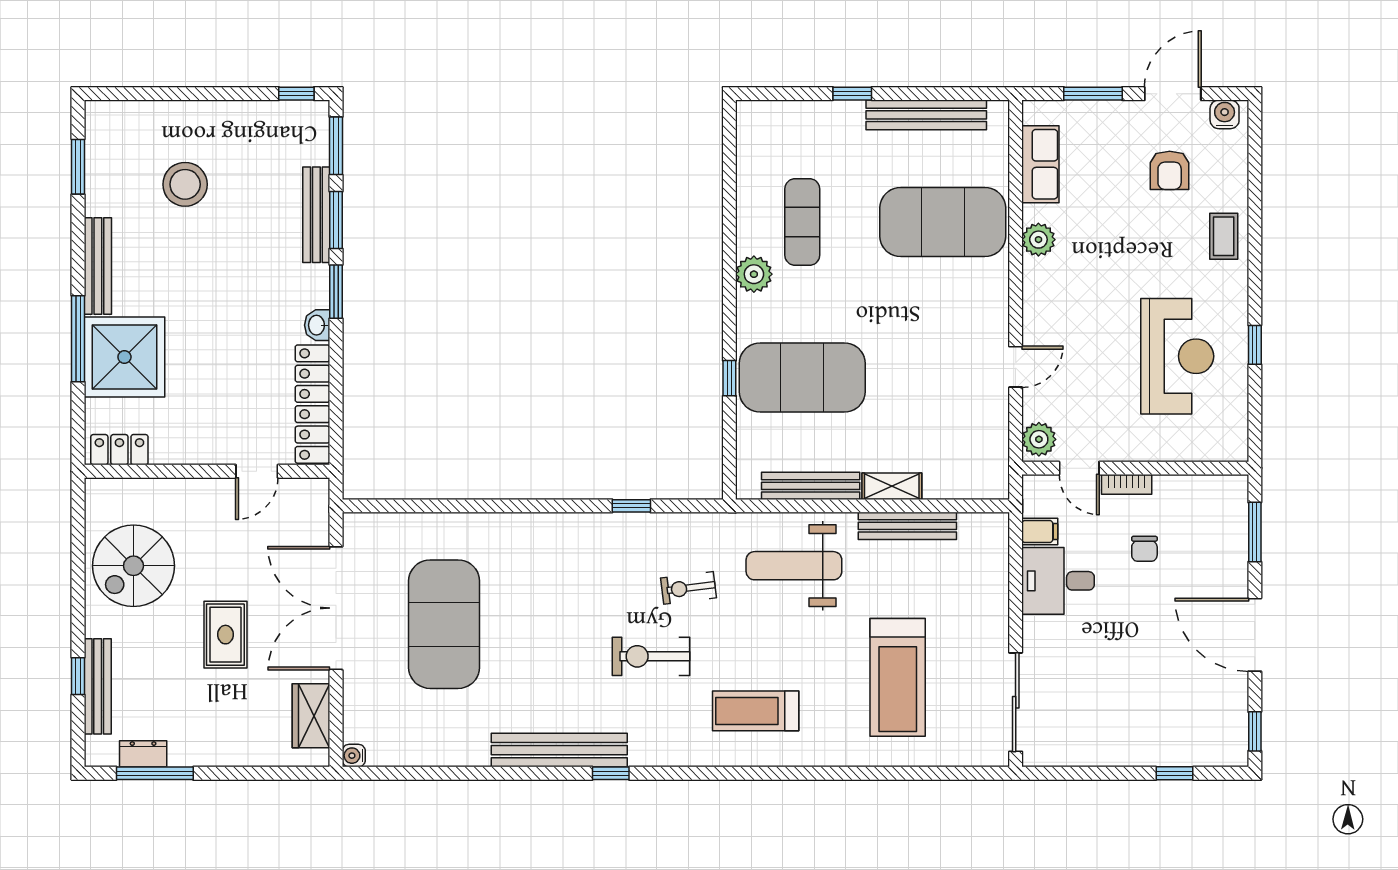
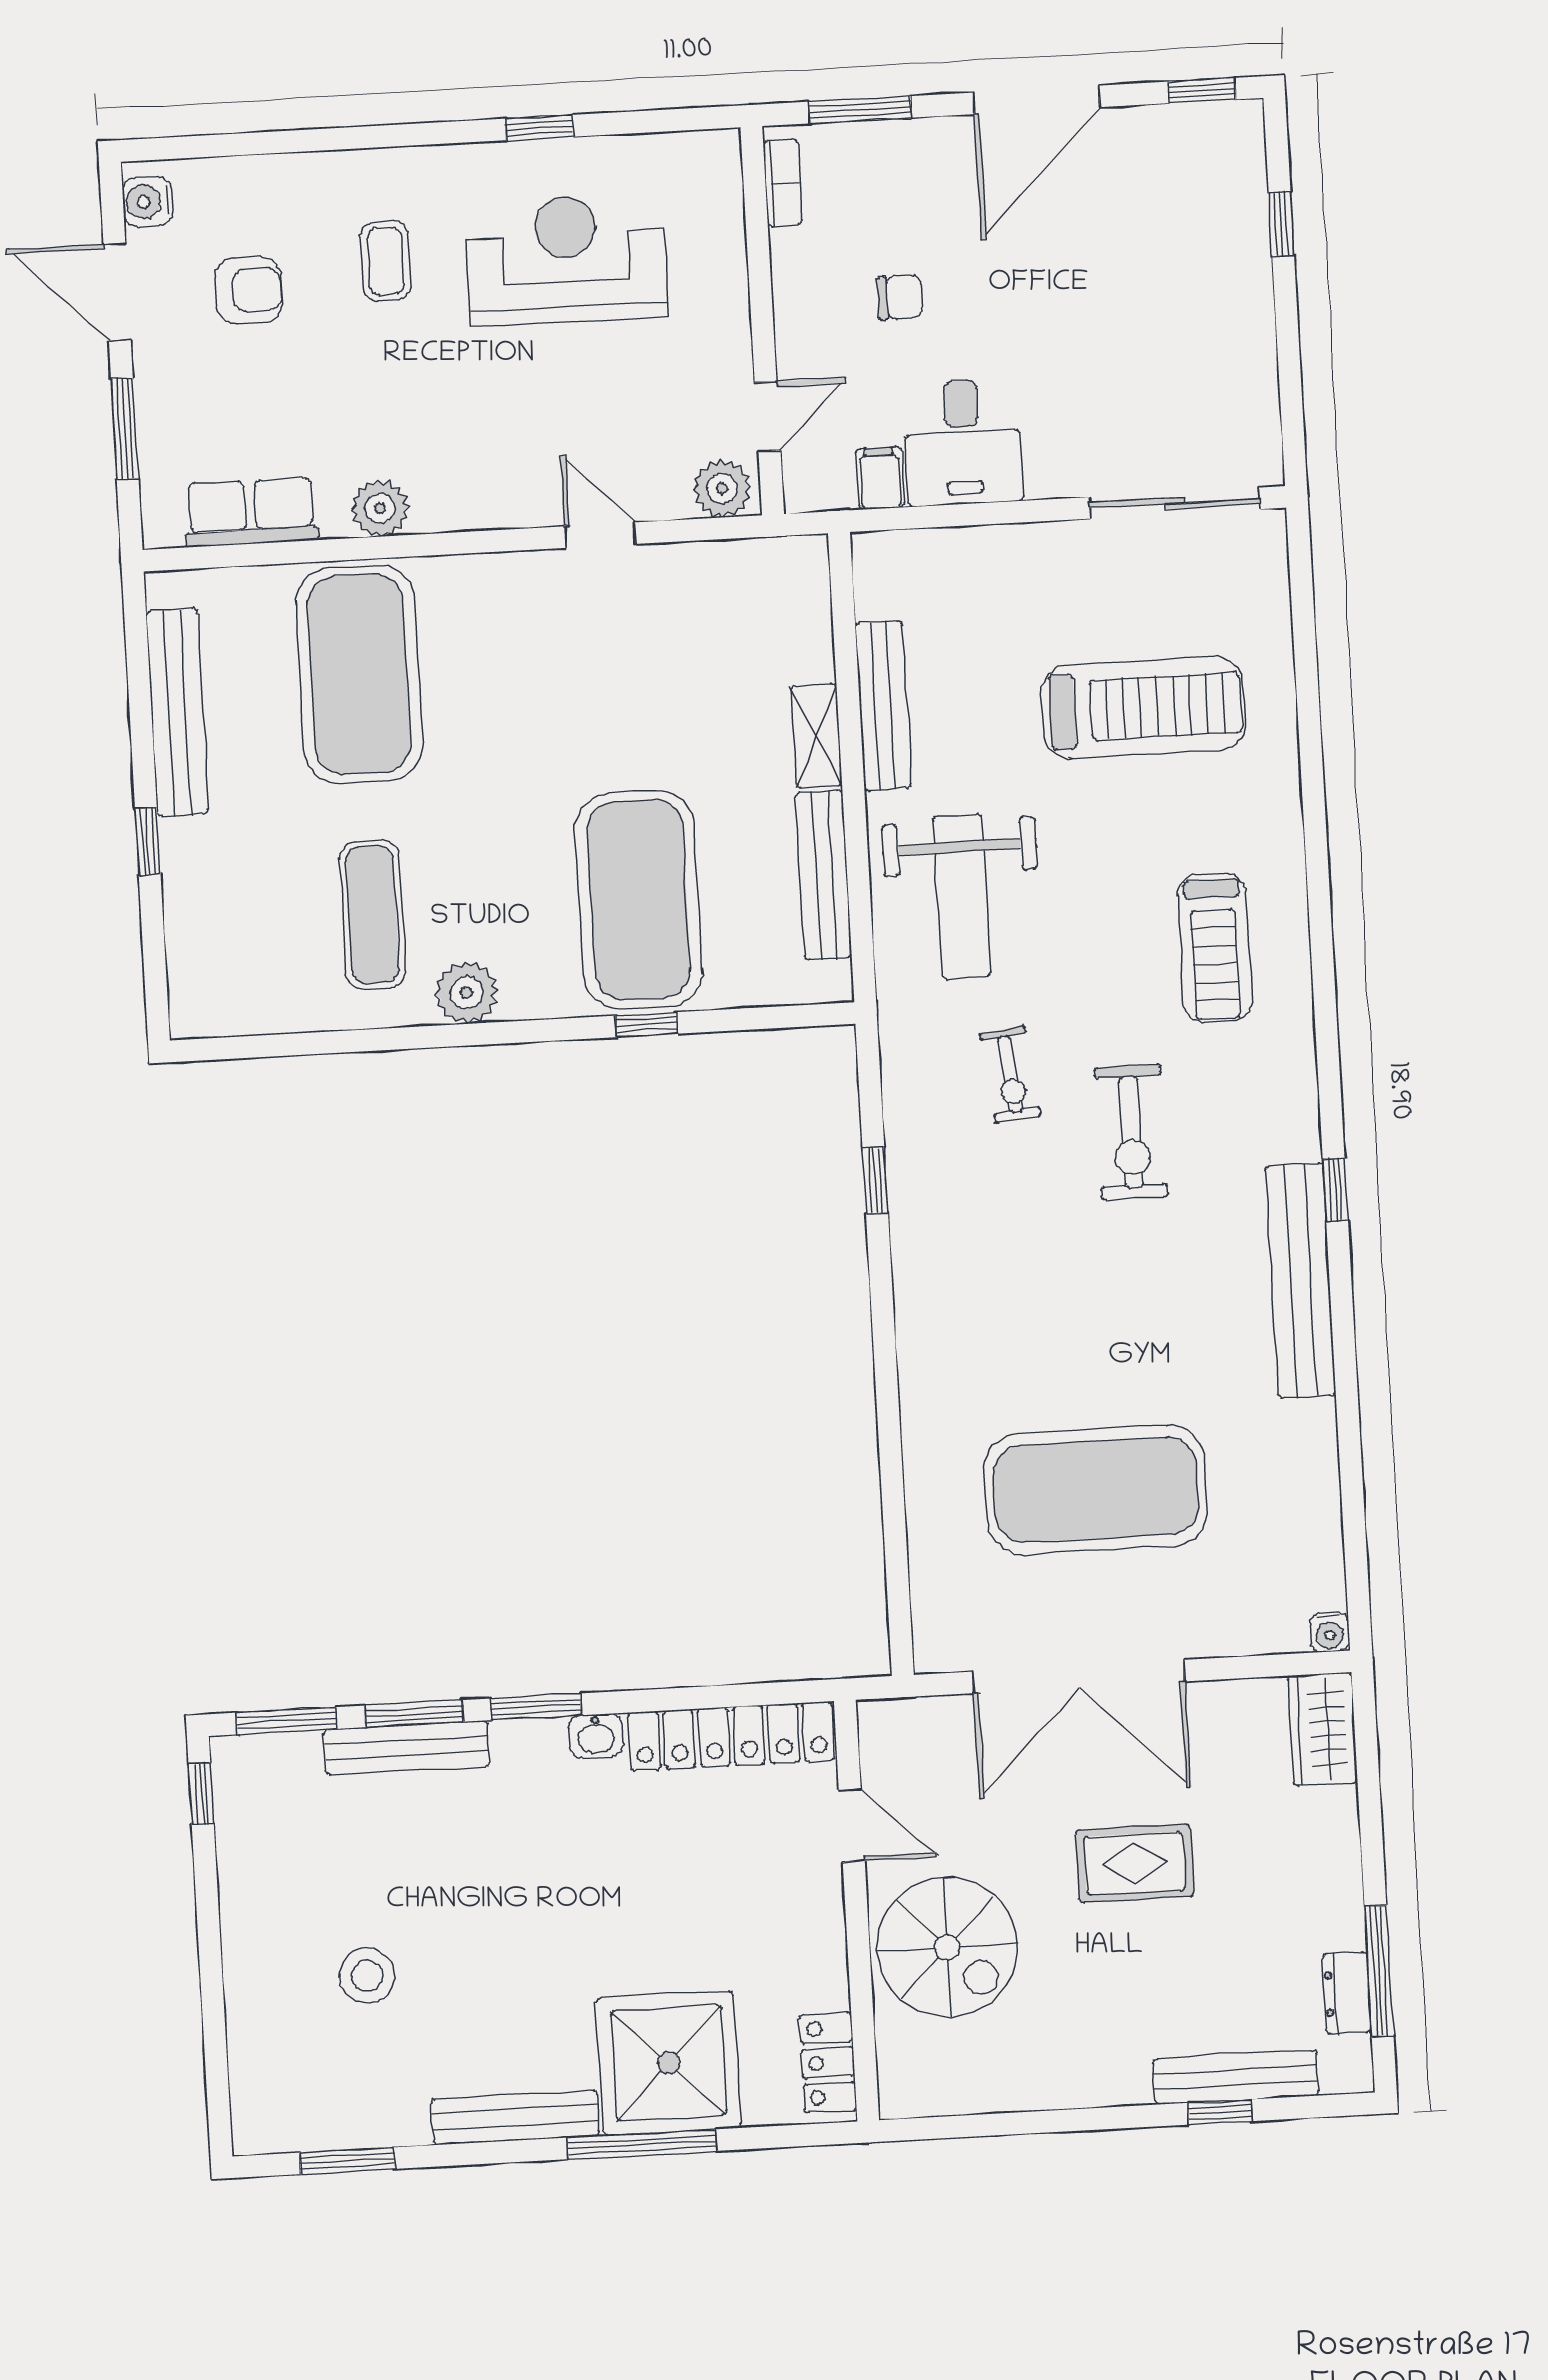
stool: (185, 184) -> (367, 1976), width x0.73, depth x0.73
exercise mat: (802, 222) -> (373, 915), turned 90
coffee table: (1224, 236) -> (385, 261), moved, turned 90
bookcase: (1127, 484) -> (783, 183), moved
spiral stairs: (133, 566) -> (947, 1947), moved
wardrobe: (311, 716) -> (1323, 1729), moved, turned 90

